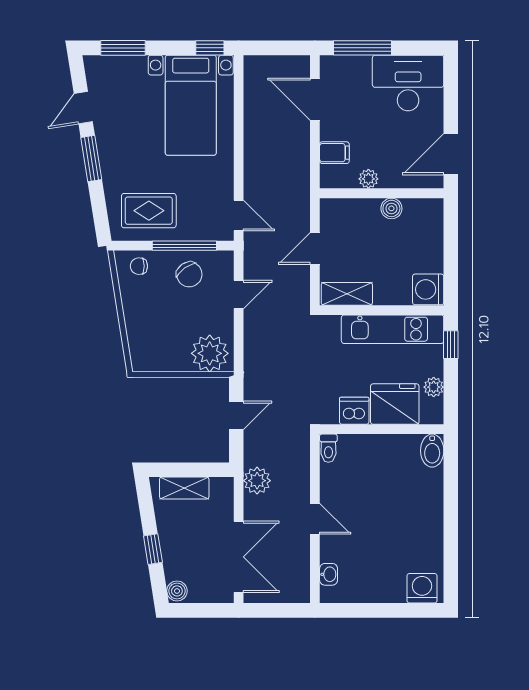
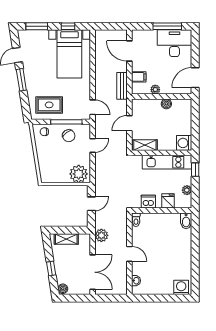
window: (210, 48) -> (68, 26), moved
window: (362, 48) -> (167, 26), moved
bench: (300, 171) -> (122, 86), added
fridge: (395, 404) -> (168, 201), width x0.53, depth x0.75

